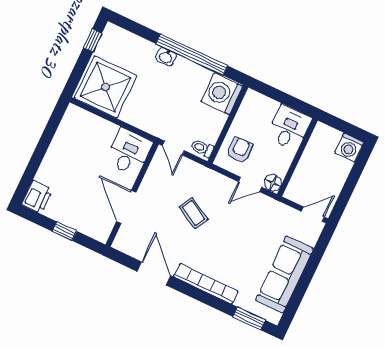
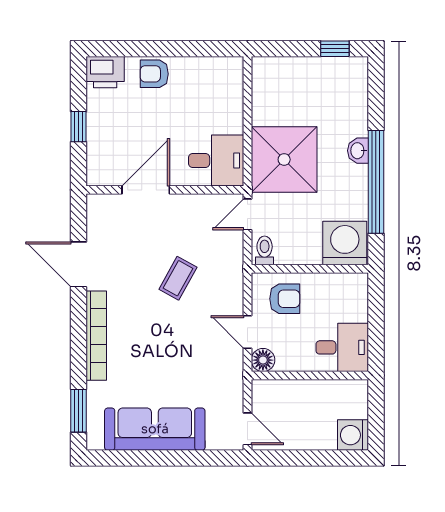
shower: (106, 87) -> (284, 159), moved
armchair: (53, 166) -> (154, 74), added
door: (154, 273) -> (78, 264), swing flipped

